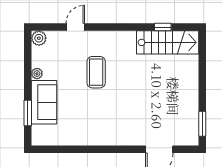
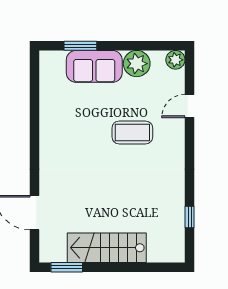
door: (75, 27) -> (190, 106), swing flipped
stairs: (168, 42) -> (107, 248), moved, turned 90
plant: (37, 74) -> (137, 64), width x1.88, depth x1.88

